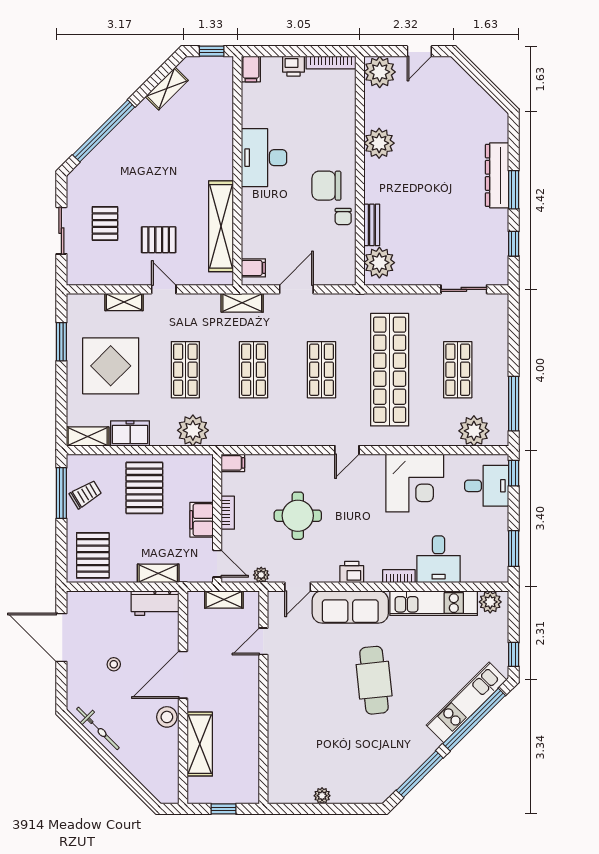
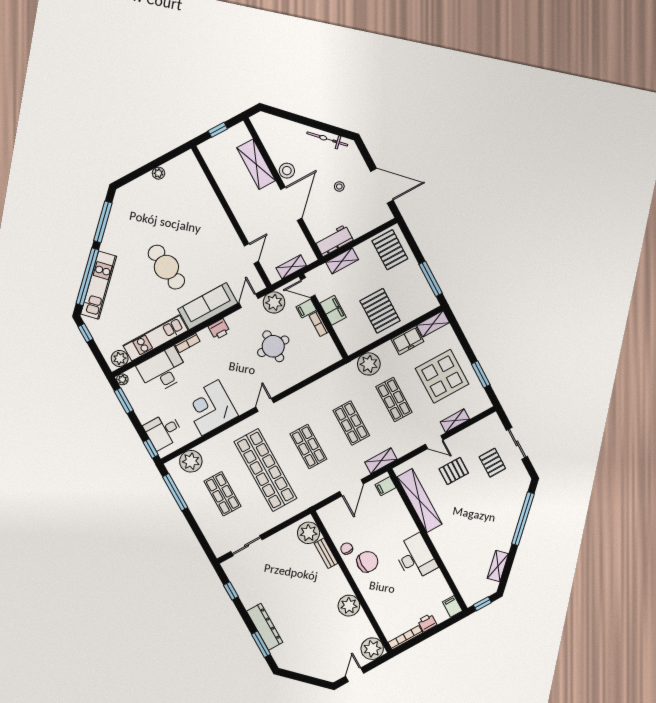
window: (514, 190) -> (261, 644), moved
filing cabinet: (233, 463) -> (306, 308), moved
trolley: (86, 494) -> (415, 286), removed
desk: (439, 559) -> (163, 370), width x1.37
plant: (261, 575) -> (274, 302), width x1.88, depth x1.88
plant: (501, 575) -> (122, 379), added

